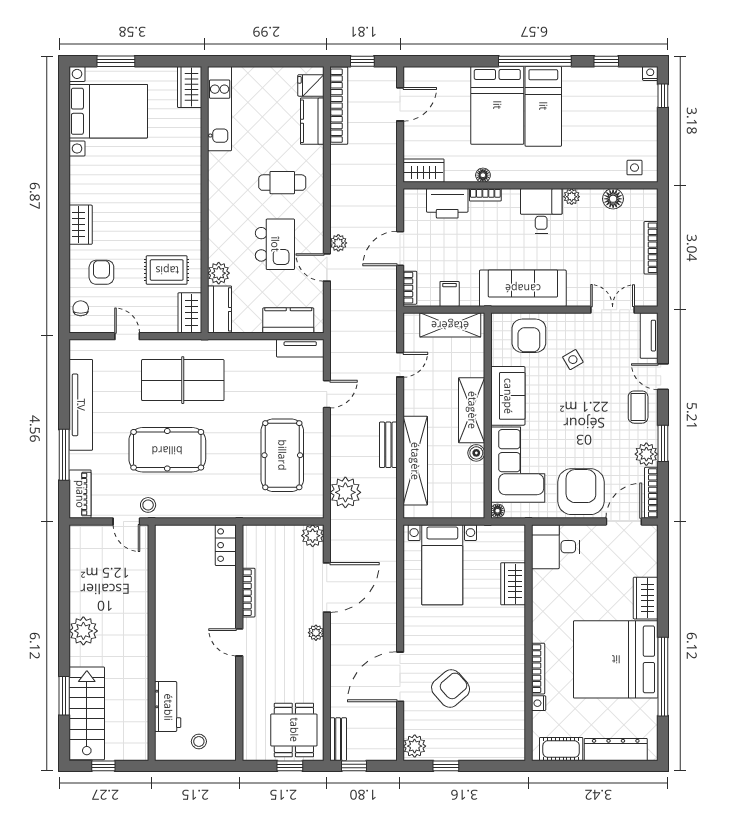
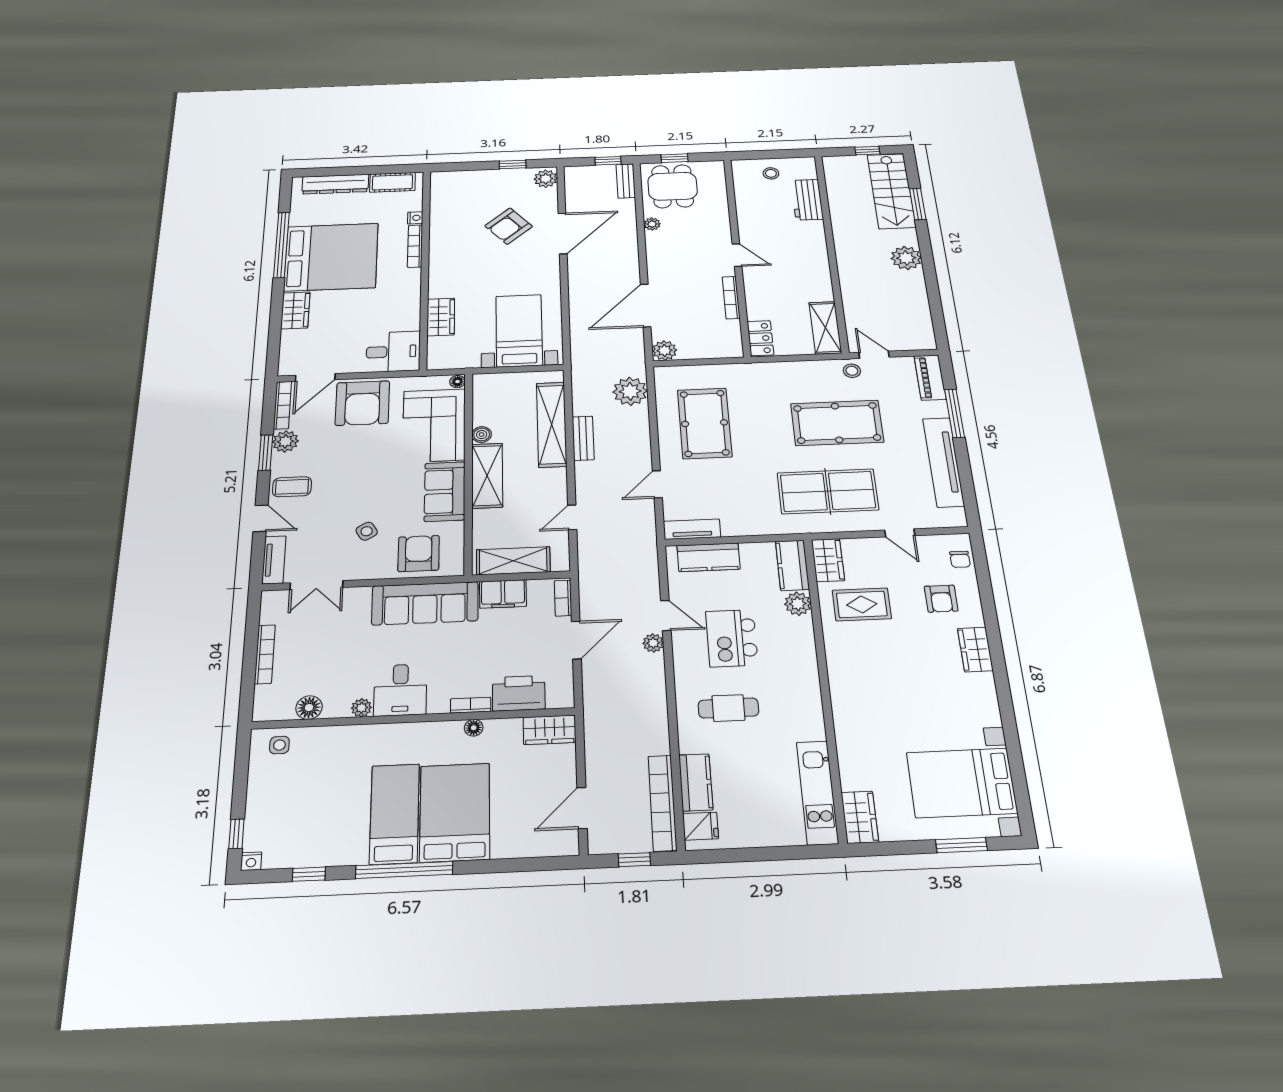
filing cabinet: (450, 294) -> (503, 594), width x2.00
coffee table: (638, 407) -> (292, 487), turned 90
shelving: (166, 554) -> (825, 328), added
plant: (316, 633) -> (652, 224), moved

